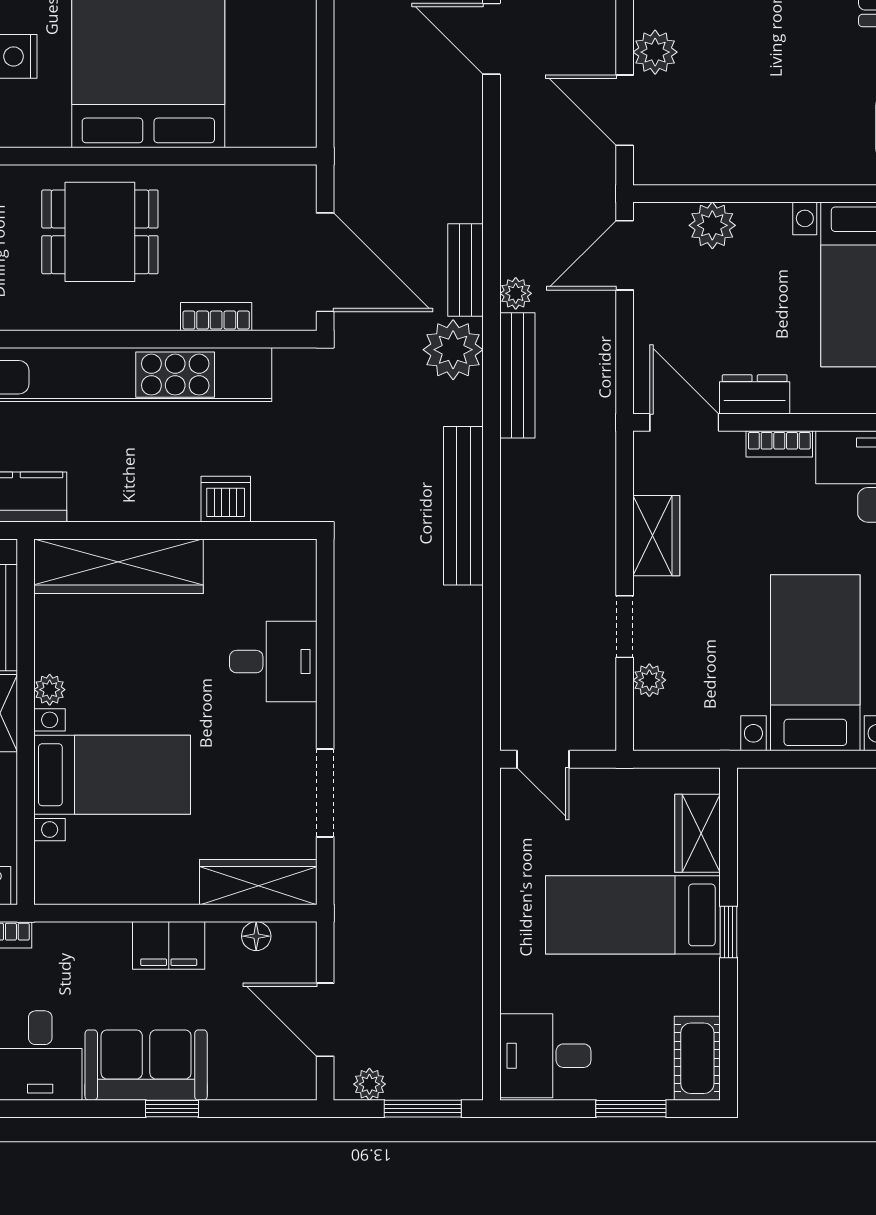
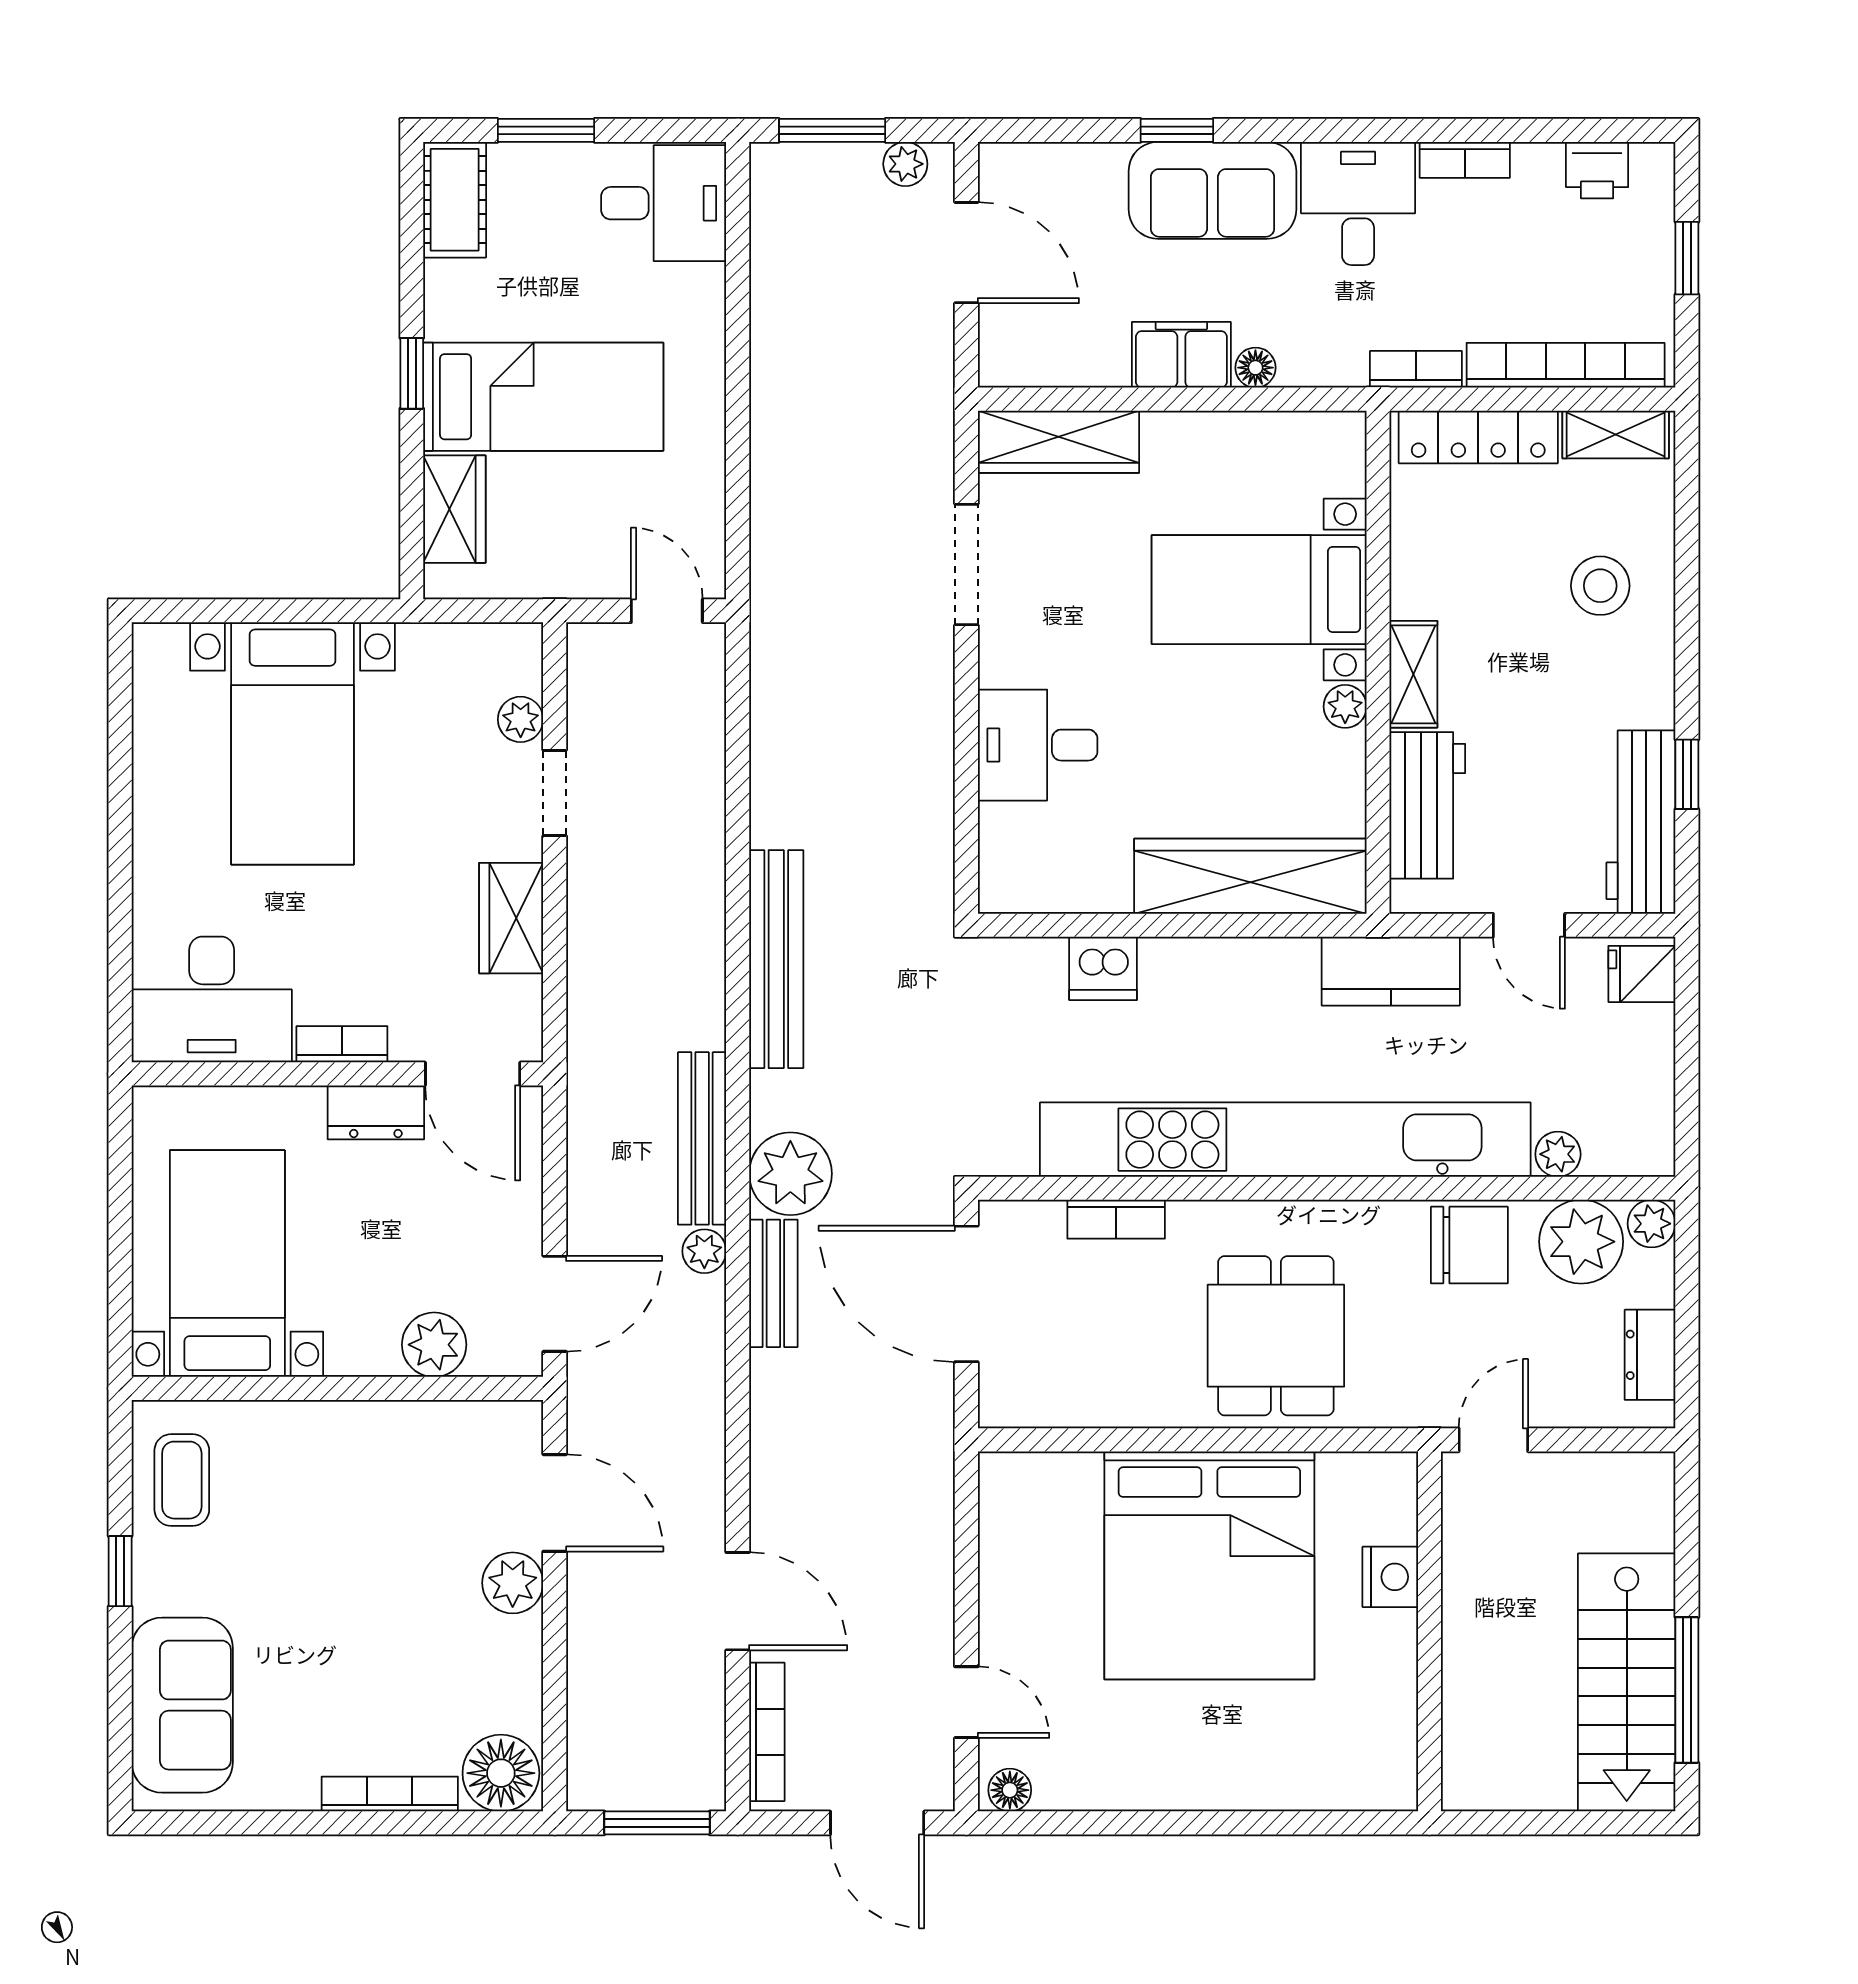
dining table: (100, 232) -> (1276, 1336), turned 90
floor lamp: (256, 936) -> (1255, 368), moved

